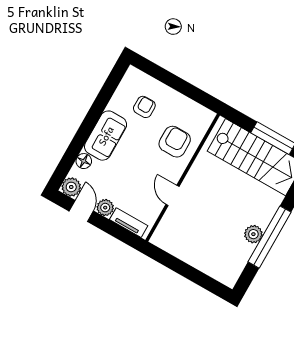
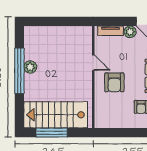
armchair: (175, 142) -> (114, 82), moved

